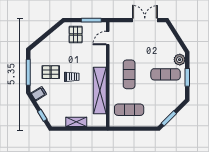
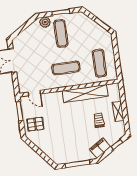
pallet: (51, 72) -> (75, 143), removed
trolley: (72, 77) -> (99, 120), moved
filing cabinet: (39, 94) -> (100, 148), width x2.00

